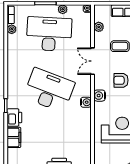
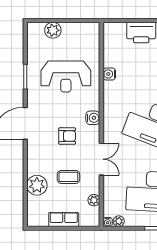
plant: (63, 9) -> (119, 221), moved
water cooler: (86, 102) -> (109, 74), moved

